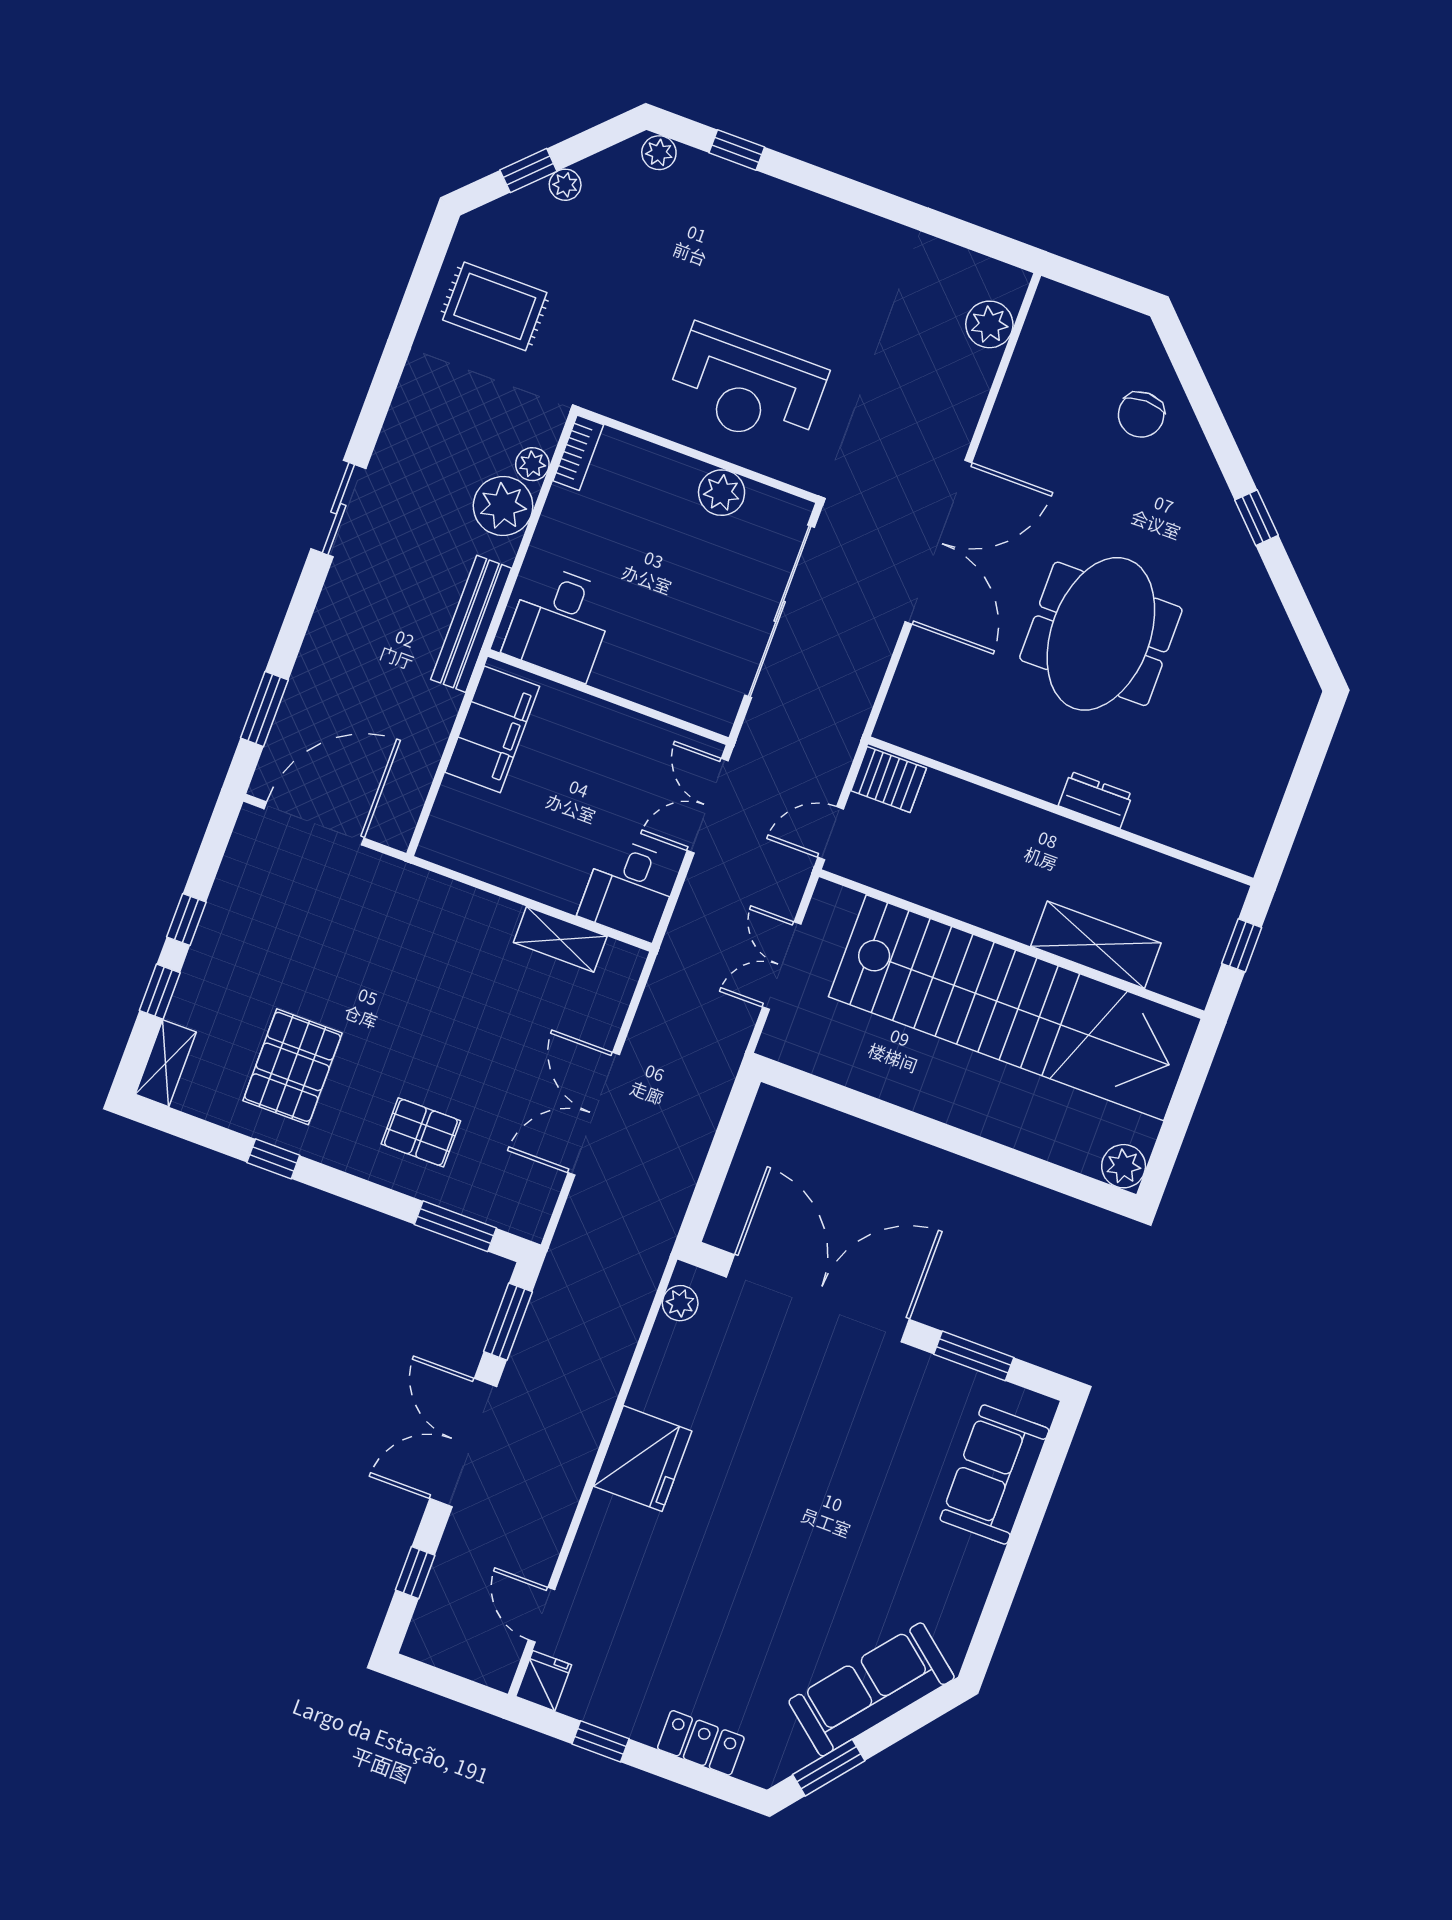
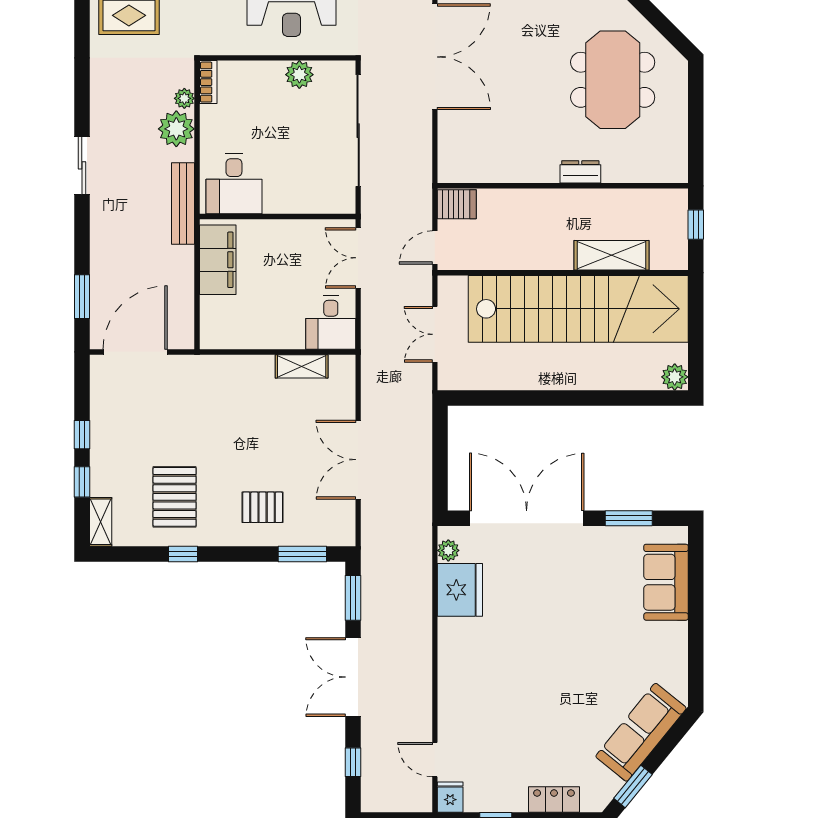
meeting table: (1101, 634) -> (613, 80), moved
fridge: (643, 1459) -> (460, 590), moved

